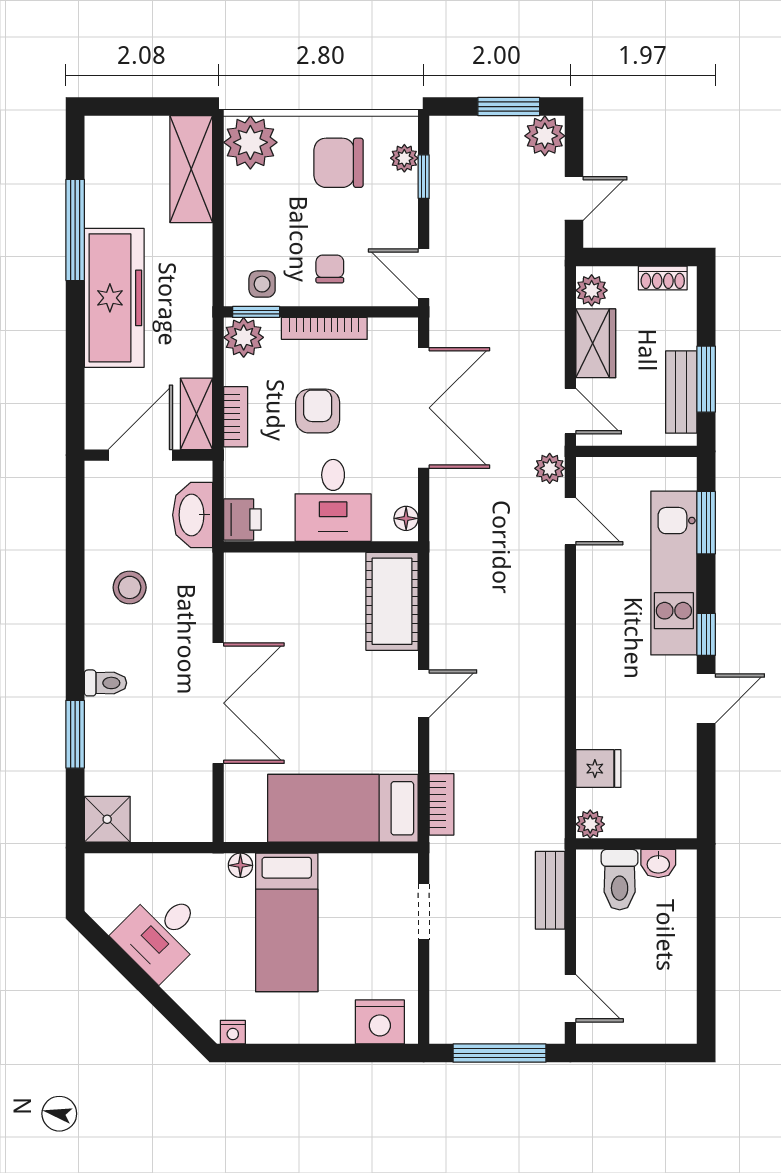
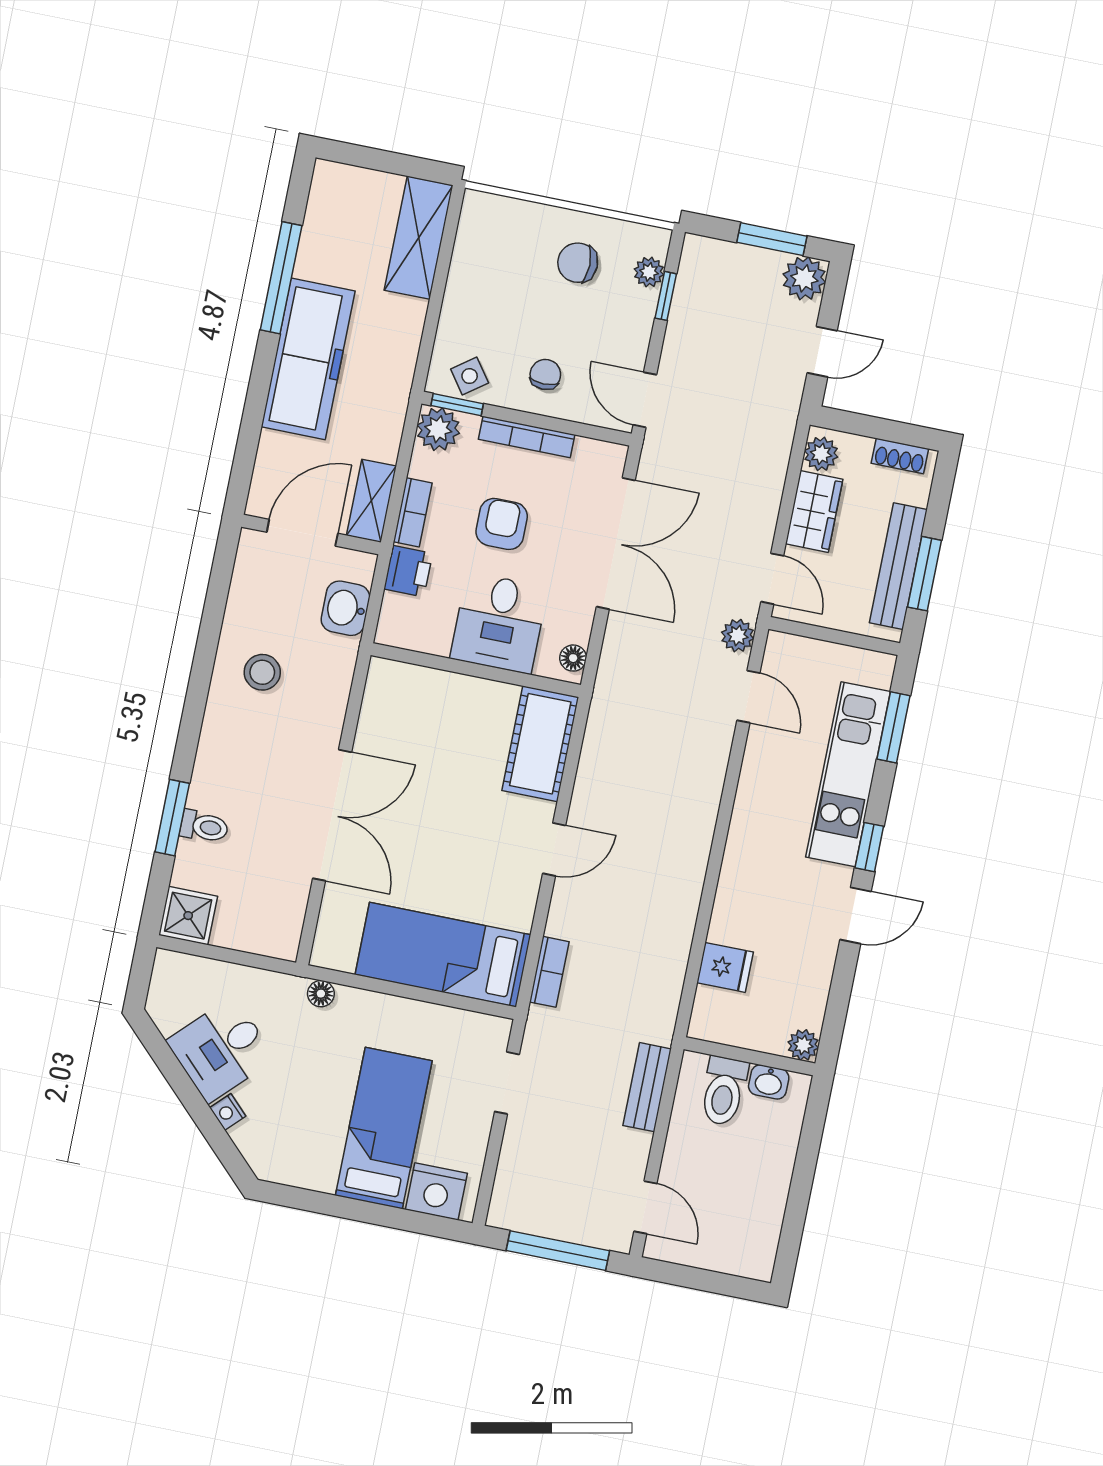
plant: (250, 142) -> (488, 222), removed
chair: (339, 163) -> (578, 263), width x0.73, depth x0.73
side table: (262, 284) -> (470, 376), turned -36
bench: (681, 392) -> (898, 566), width x1.36
washbasin: (193, 515) -> (345, 608), width x0.72
printer: (242, 520) -> (408, 571), moved
toilet: (105, 683) -> (204, 827), moved
plant: (590, 824) -> (803, 1045), moved
bed: (287, 922) -> (384, 1128), moved, turned 180
nightstand: (233, 1032) -> (228, 1112), moved, turned 45

